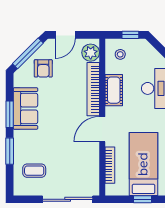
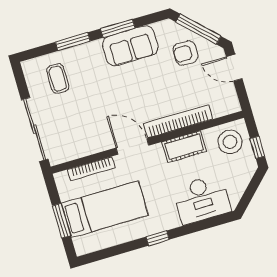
plant: (91, 53) -> (222, 105), removed
stool: (120, 54) -> (230, 142), width x1.89, depth x1.89
window: (143, 199) -> (61, 221), width x1.50

